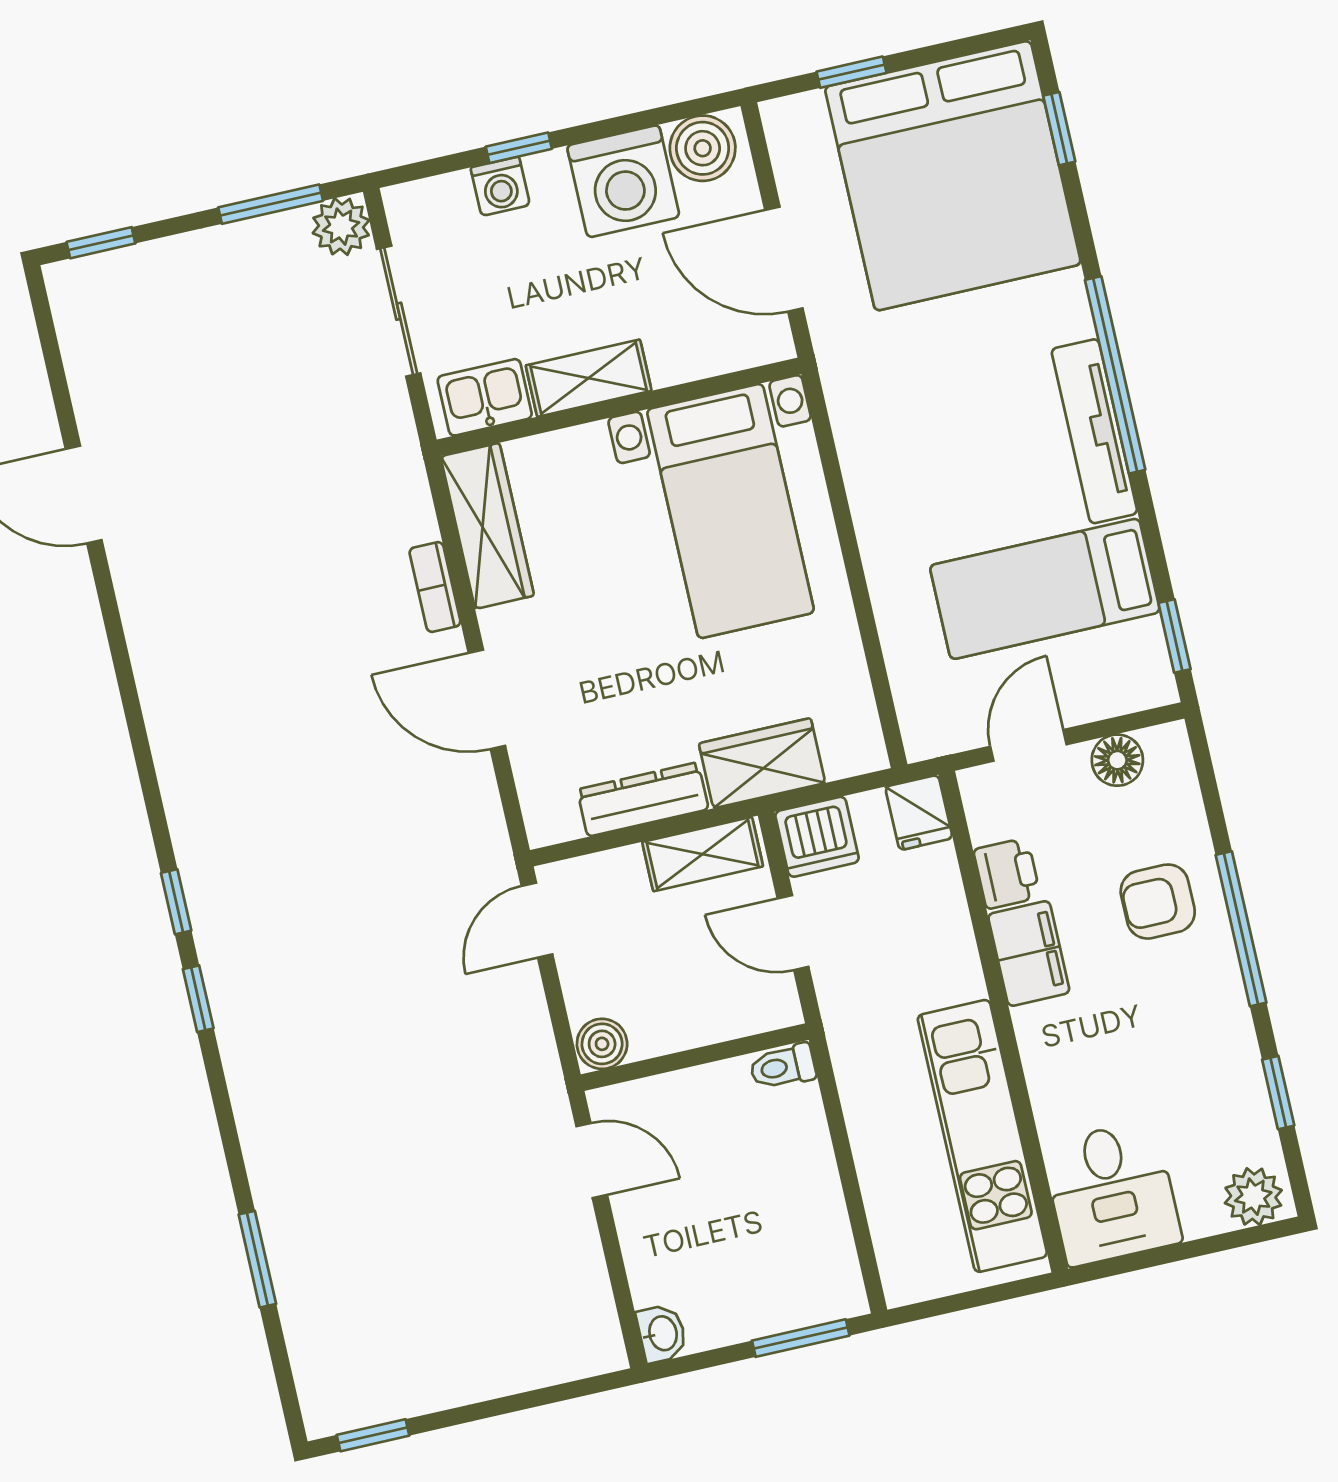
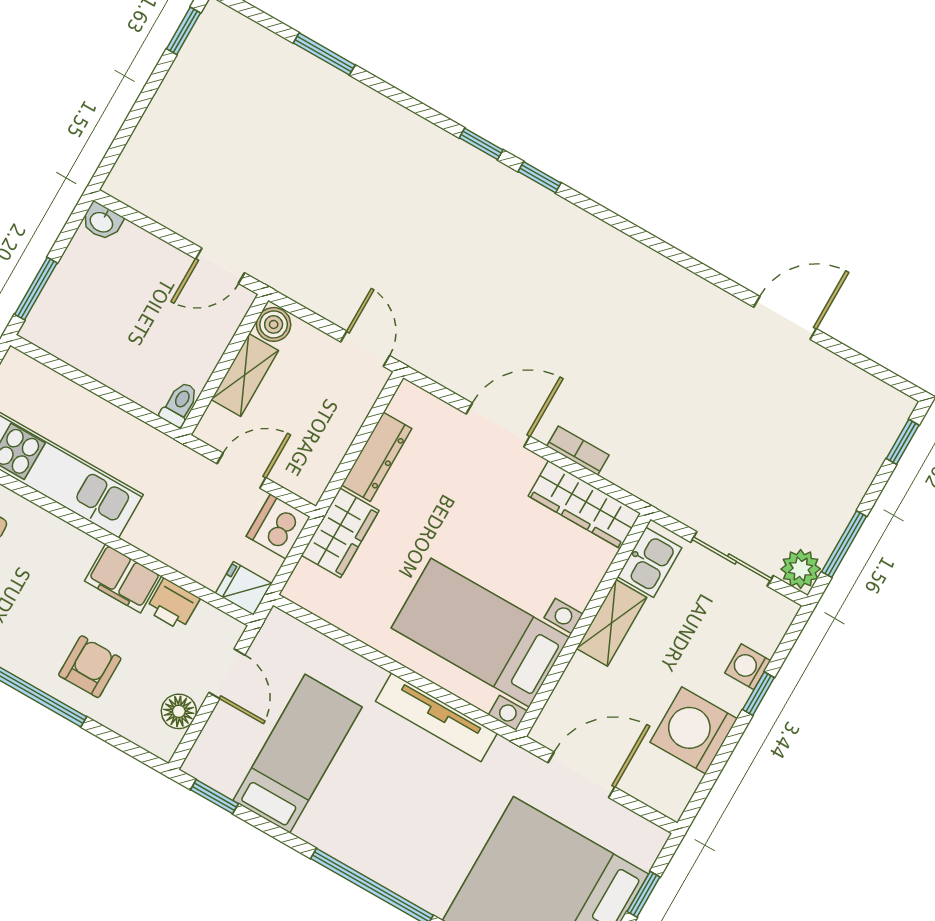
boiler: (703, 148) -> (674, 785), removed
tv unit: (1094, 431) -> (436, 717), moved, turned 180
shelving: (703, 854) -> (245, 375), moved

